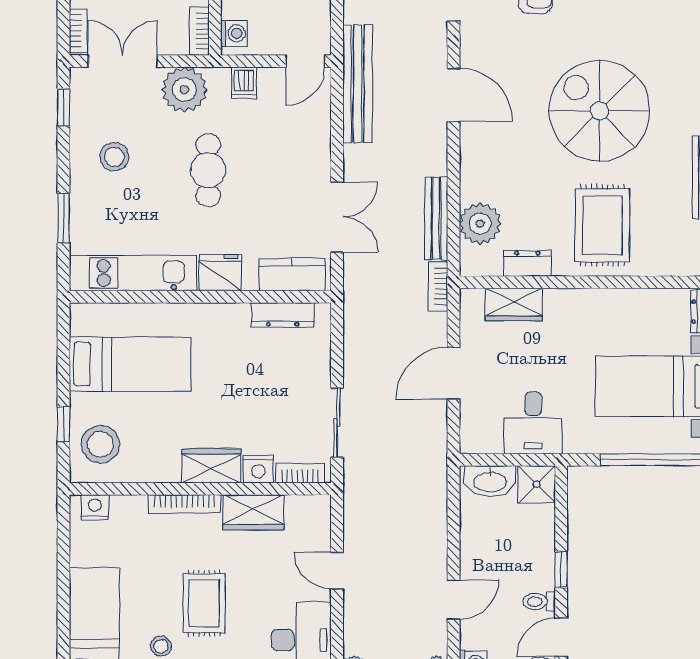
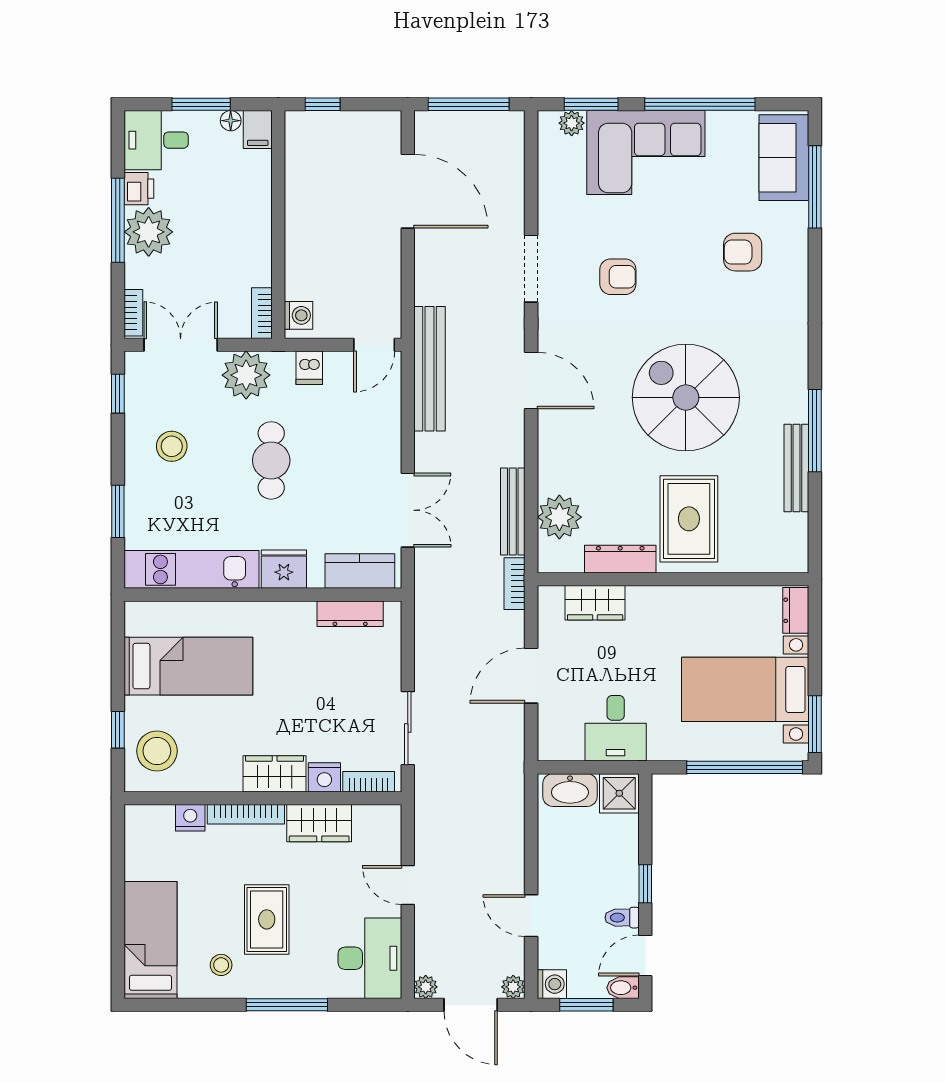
dresser: (527, 263) -> (620, 559), width x1.44
nightstand: (95, 507) -> (190, 818), moved
door: (453, 600) -> (531, 916), swing flipped

